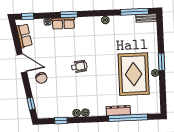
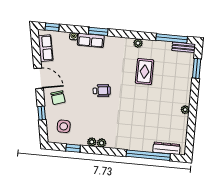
window: (161, 62) -> (197, 68), moved
rug: (134, 74) -> (145, 72), moved, width x0.54, depth x0.49
side table: (50, 103) -> (64, 126), added
window: (31, 104) -> (42, 113), moved
dresser: (118, 111) -> (167, 148), moved

